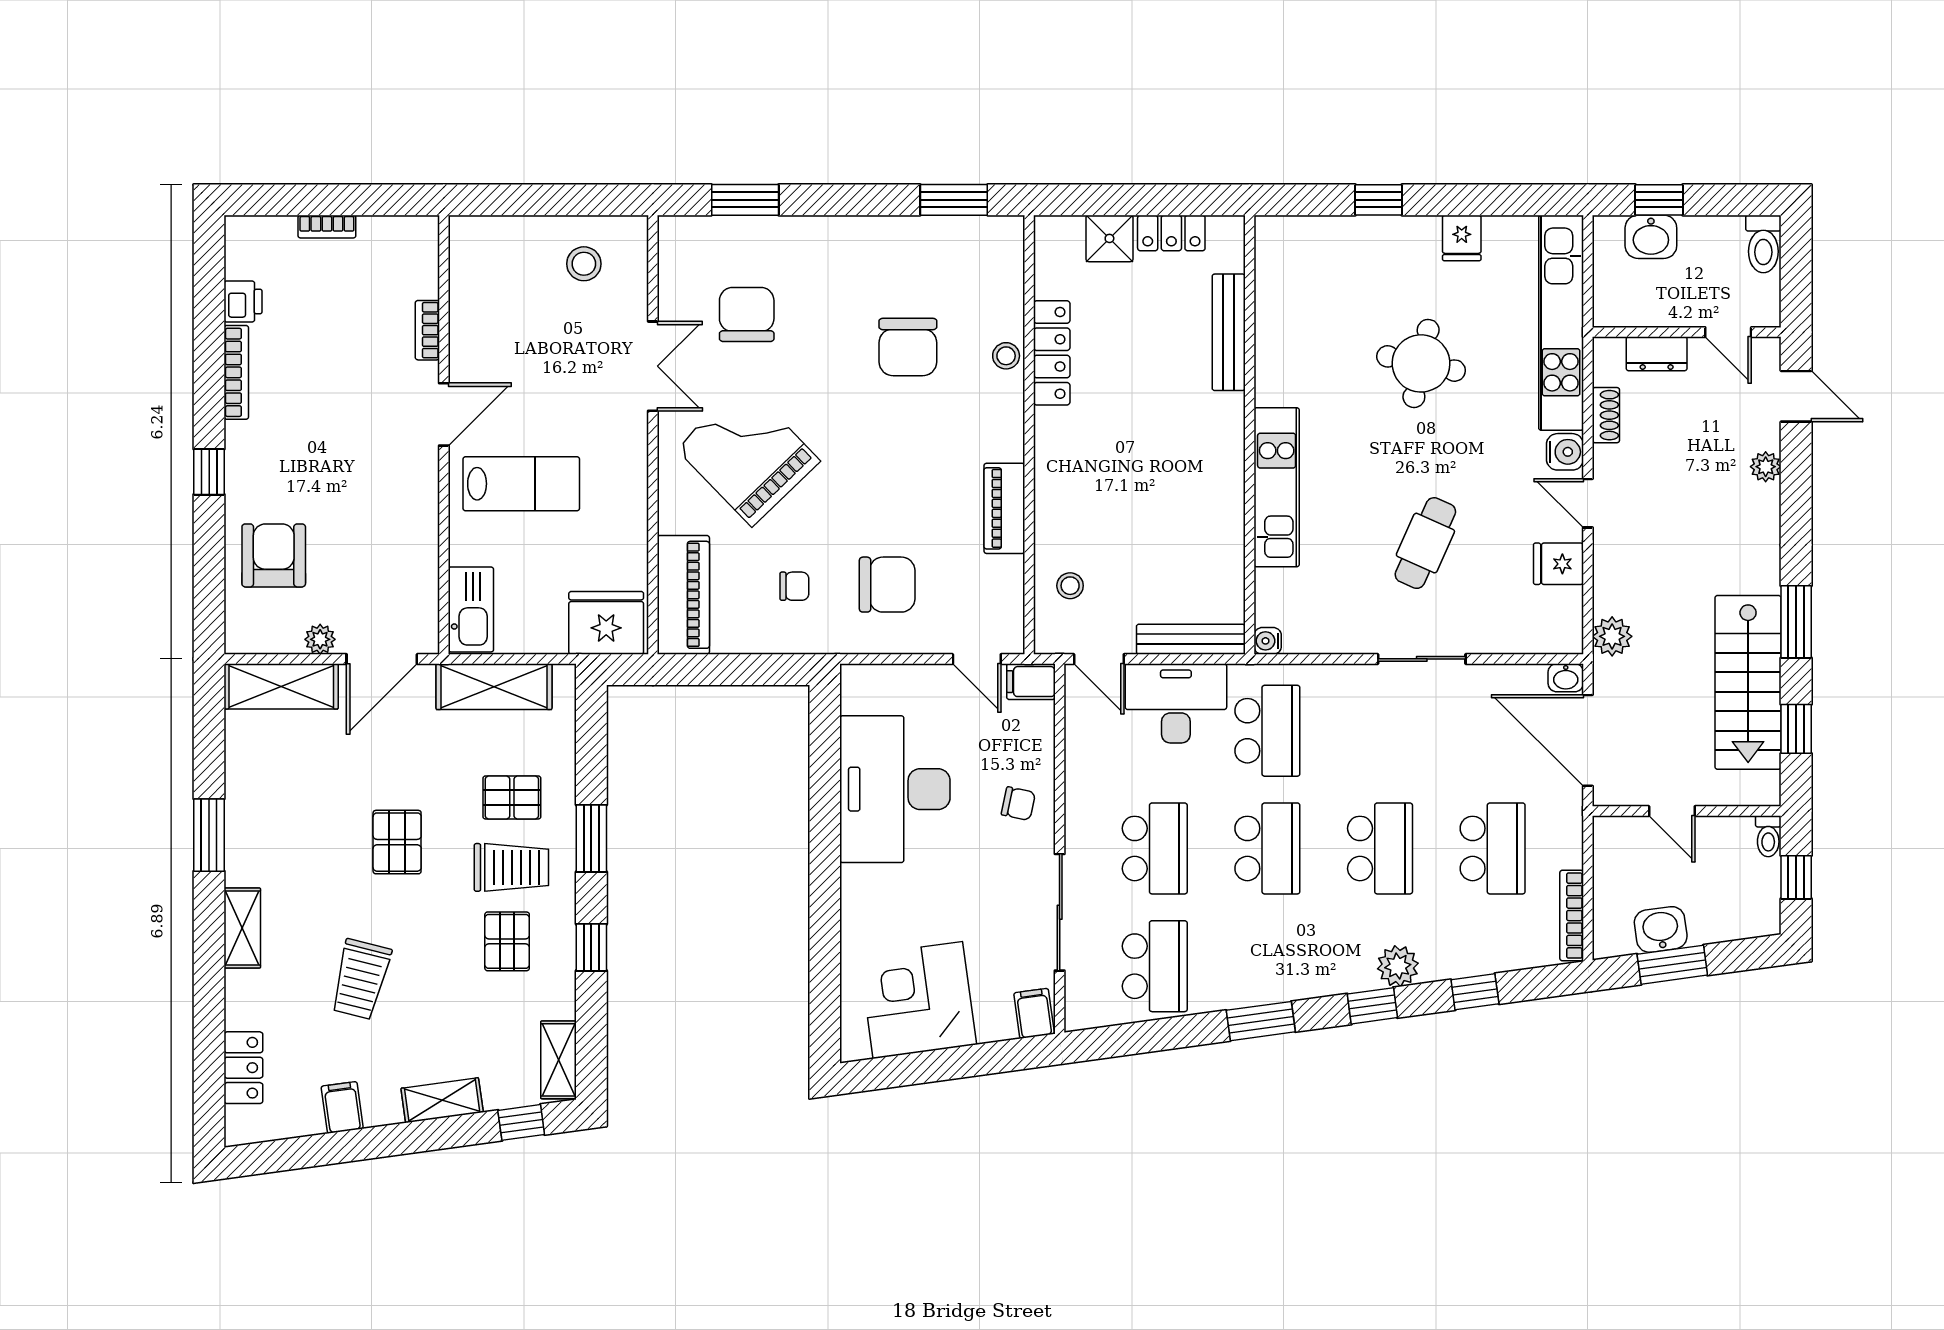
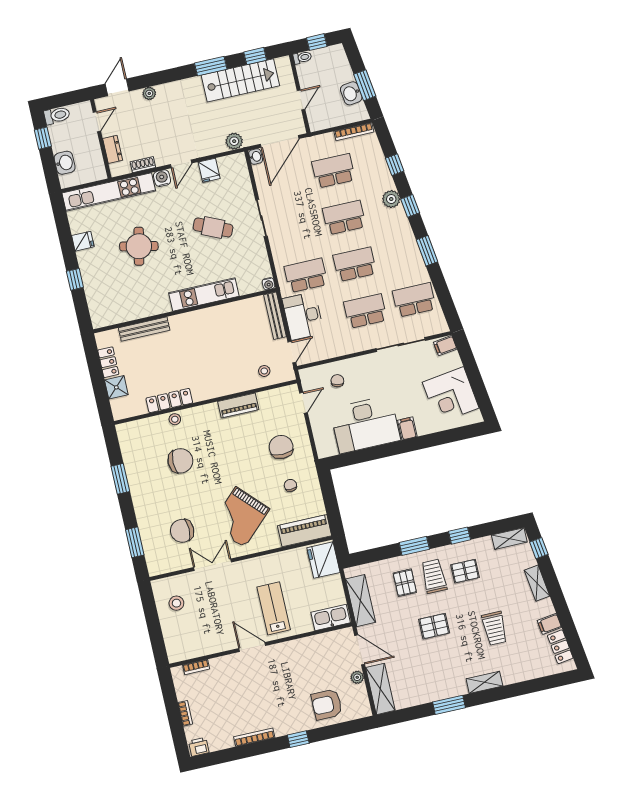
window: (954, 200) -> (120, 479), moved
window: (1659, 200) -> (43, 138), moved
printer: (243, 302) -> (199, 747), moved
bookcase: (427, 330) -> (196, 667), moved
filing cabinet: (1031, 682) -> (407, 428), moved, turned 180
chair: (1018, 804) -> (337, 381), moved
trolley: (361, 979) -> (495, 628), turned 76
locker: (243, 1068) -> (560, 647), moved, turned -98

